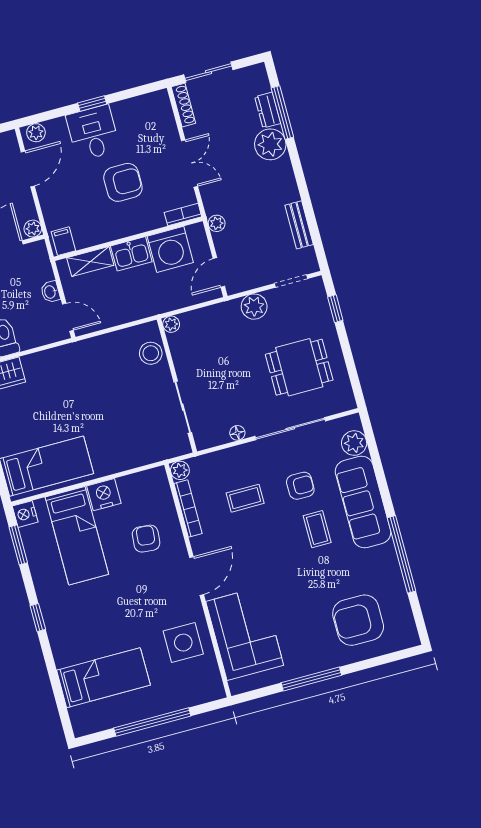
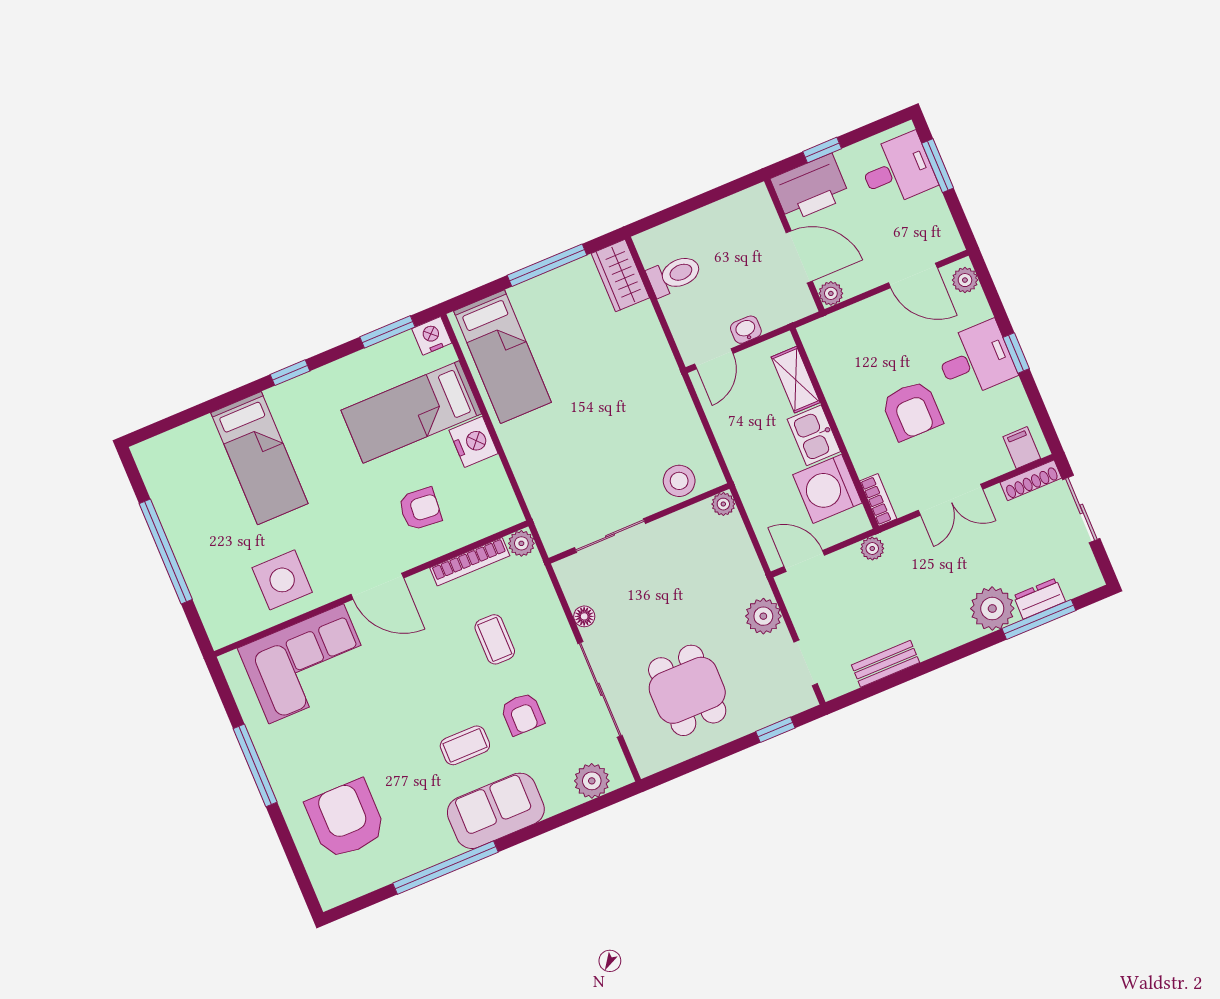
filing cabinet: (63, 241) -> (1022, 448), moved, turned -90
sofa: (363, 502) -> (496, 811), width x0.73
bed: (103, 678) -> (259, 458), moved

